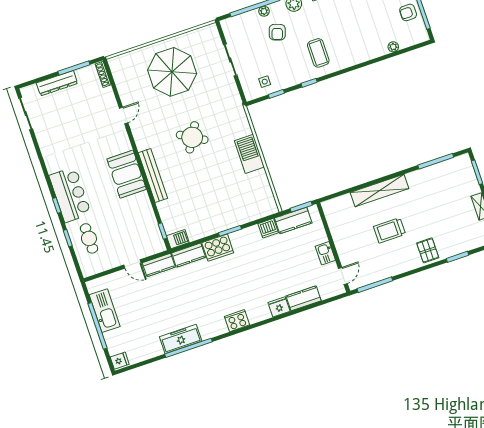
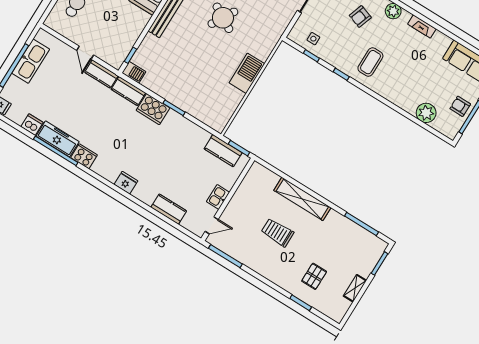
plant: (393, 47) -> (426, 113), width x1.88, depth x1.88
dishwasher: (268, 228) -> (32, 125), moved, turned 180
pallet: (428, 250) -> (314, 276), moved
fridge: (279, 307) -> (126, 183), moved
cooker: (237, 321) -> (84, 156), moved

